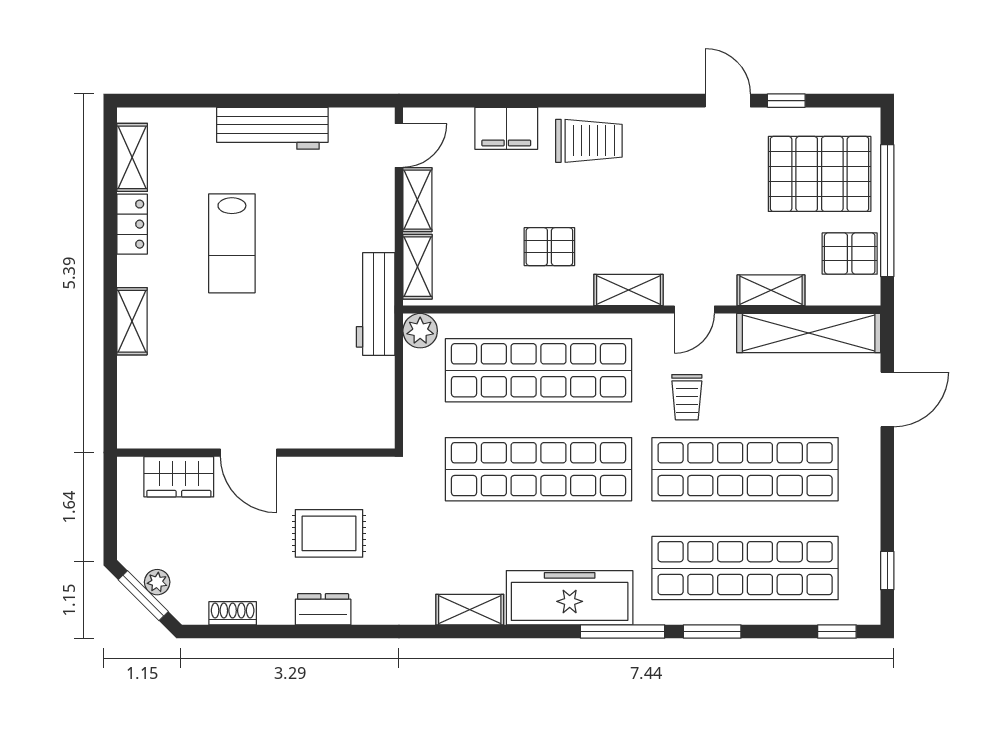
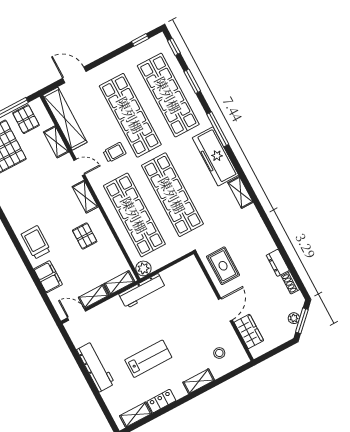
stool: (167, 393) -> (219, 353), added
rug: (329, 533) -> (223, 266), moved
dresser: (323, 609) -> (278, 263), moved
window: (712, 631) -> (192, 81), moved

